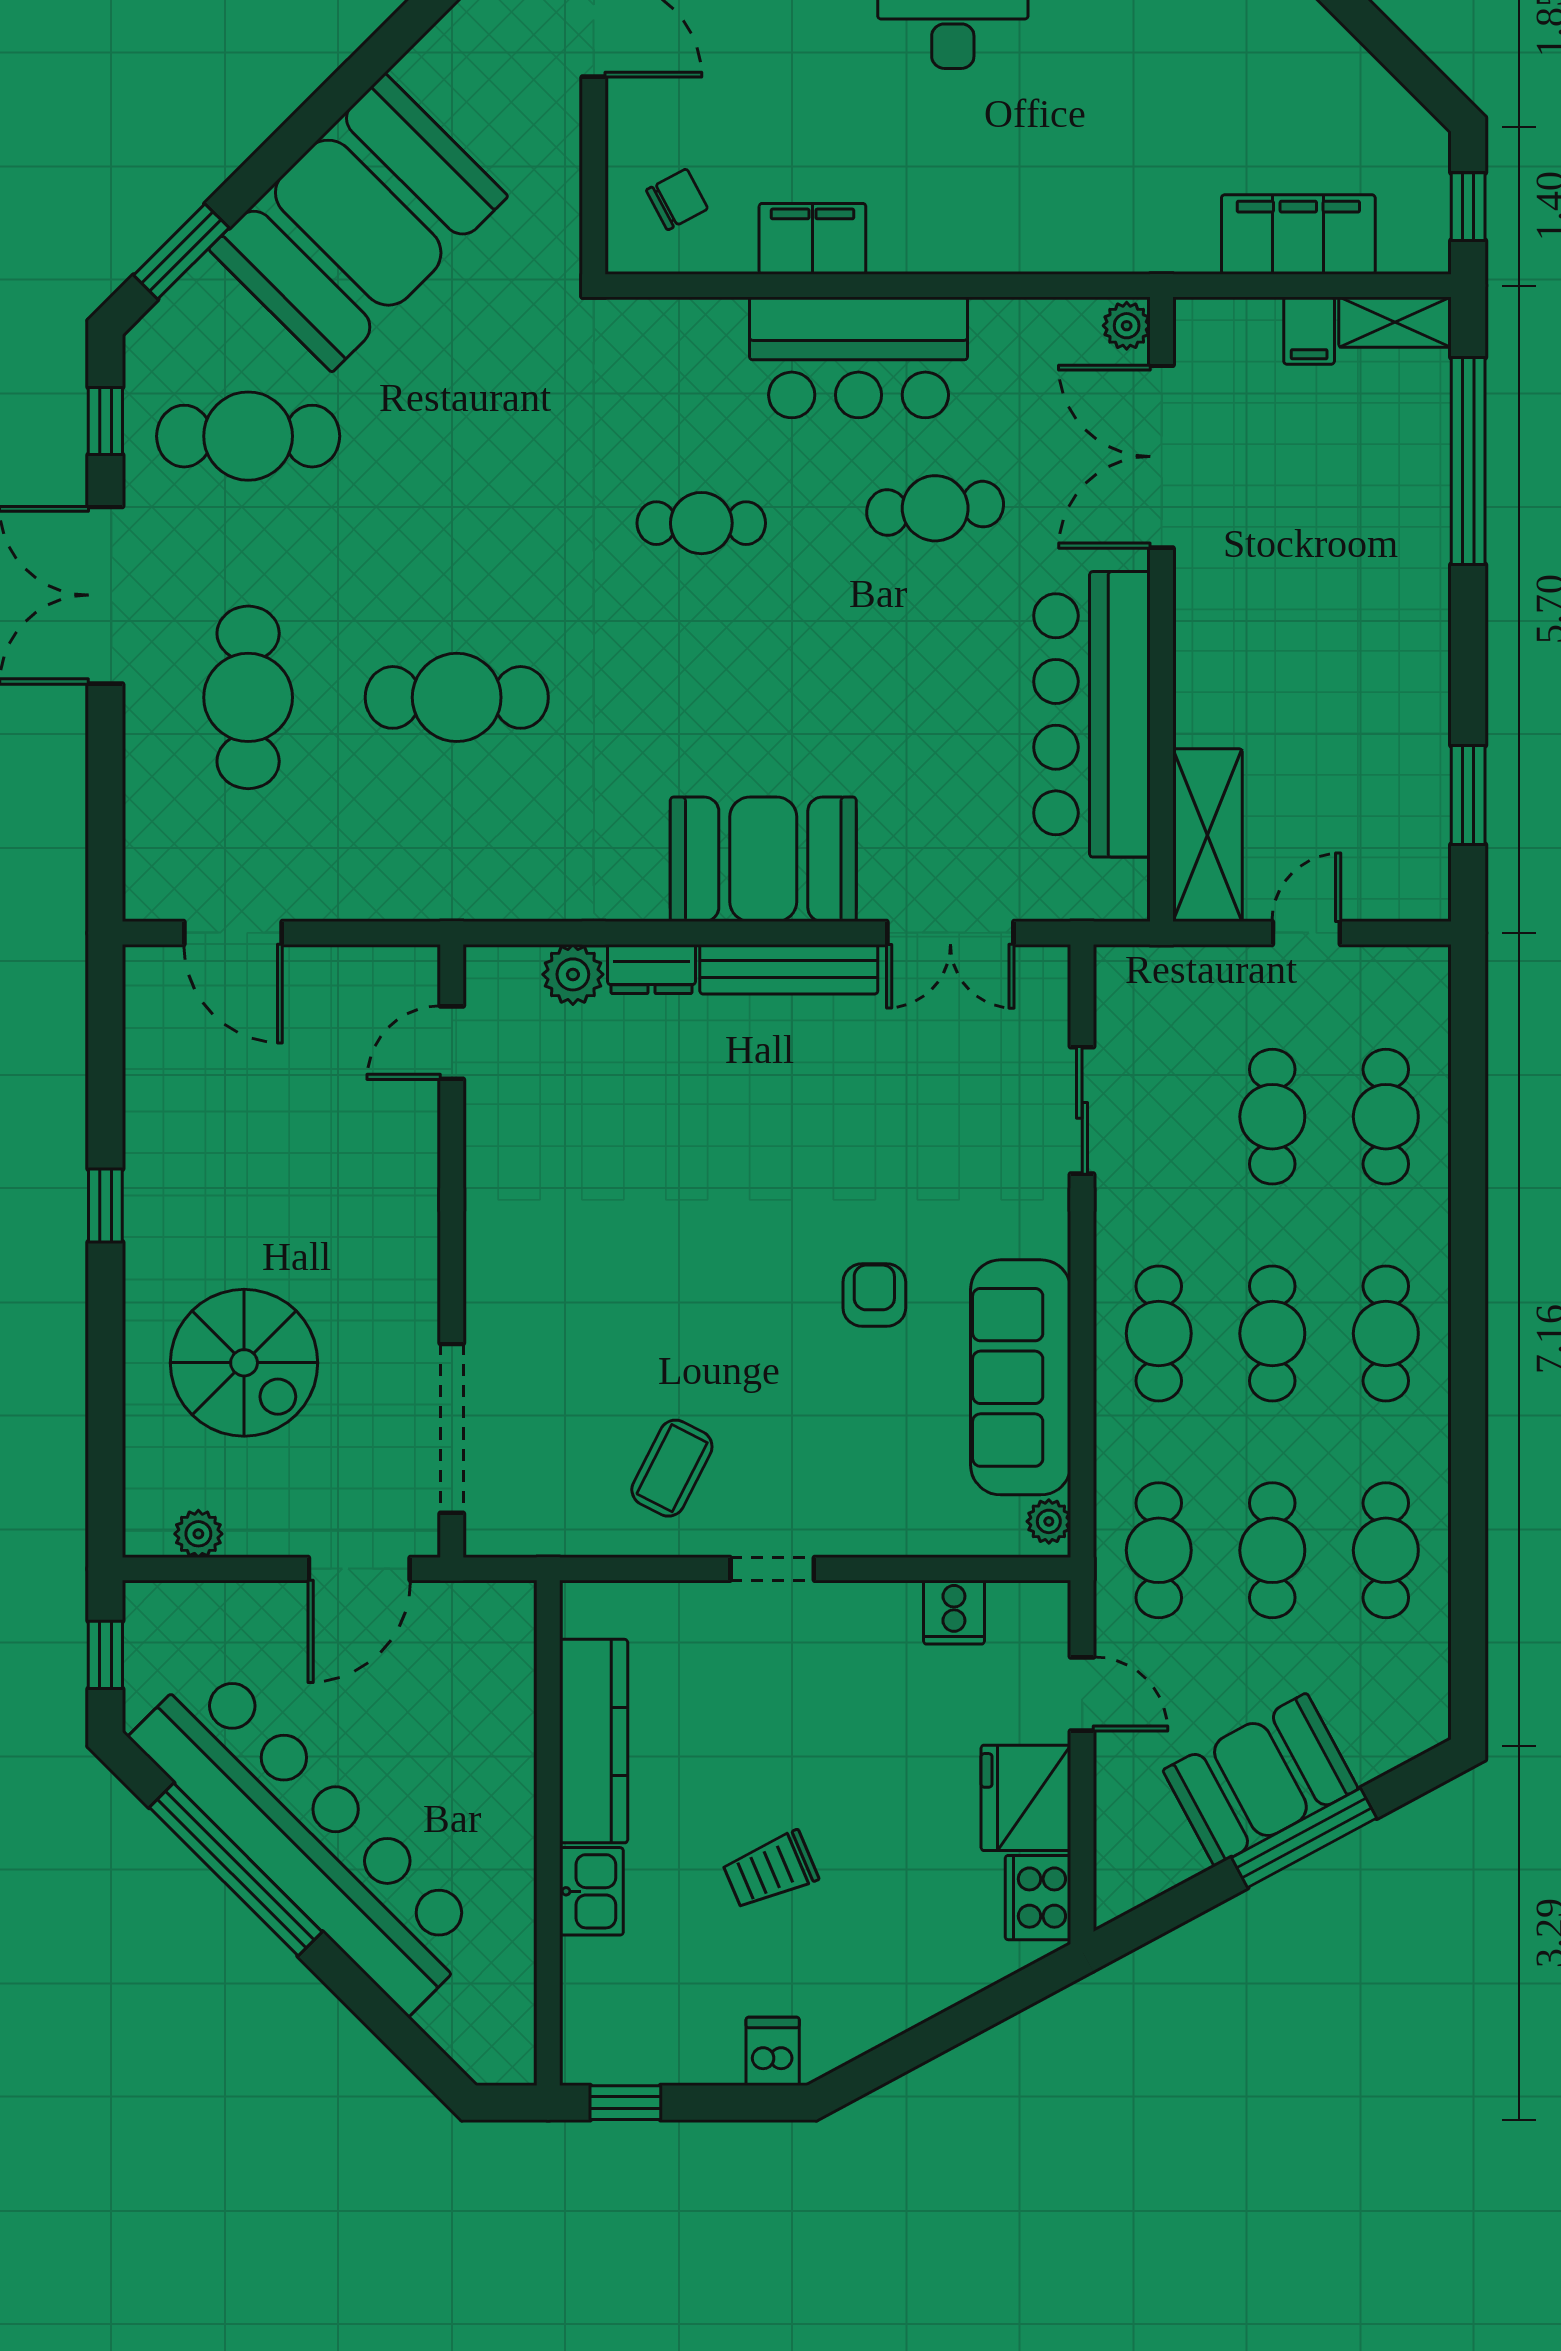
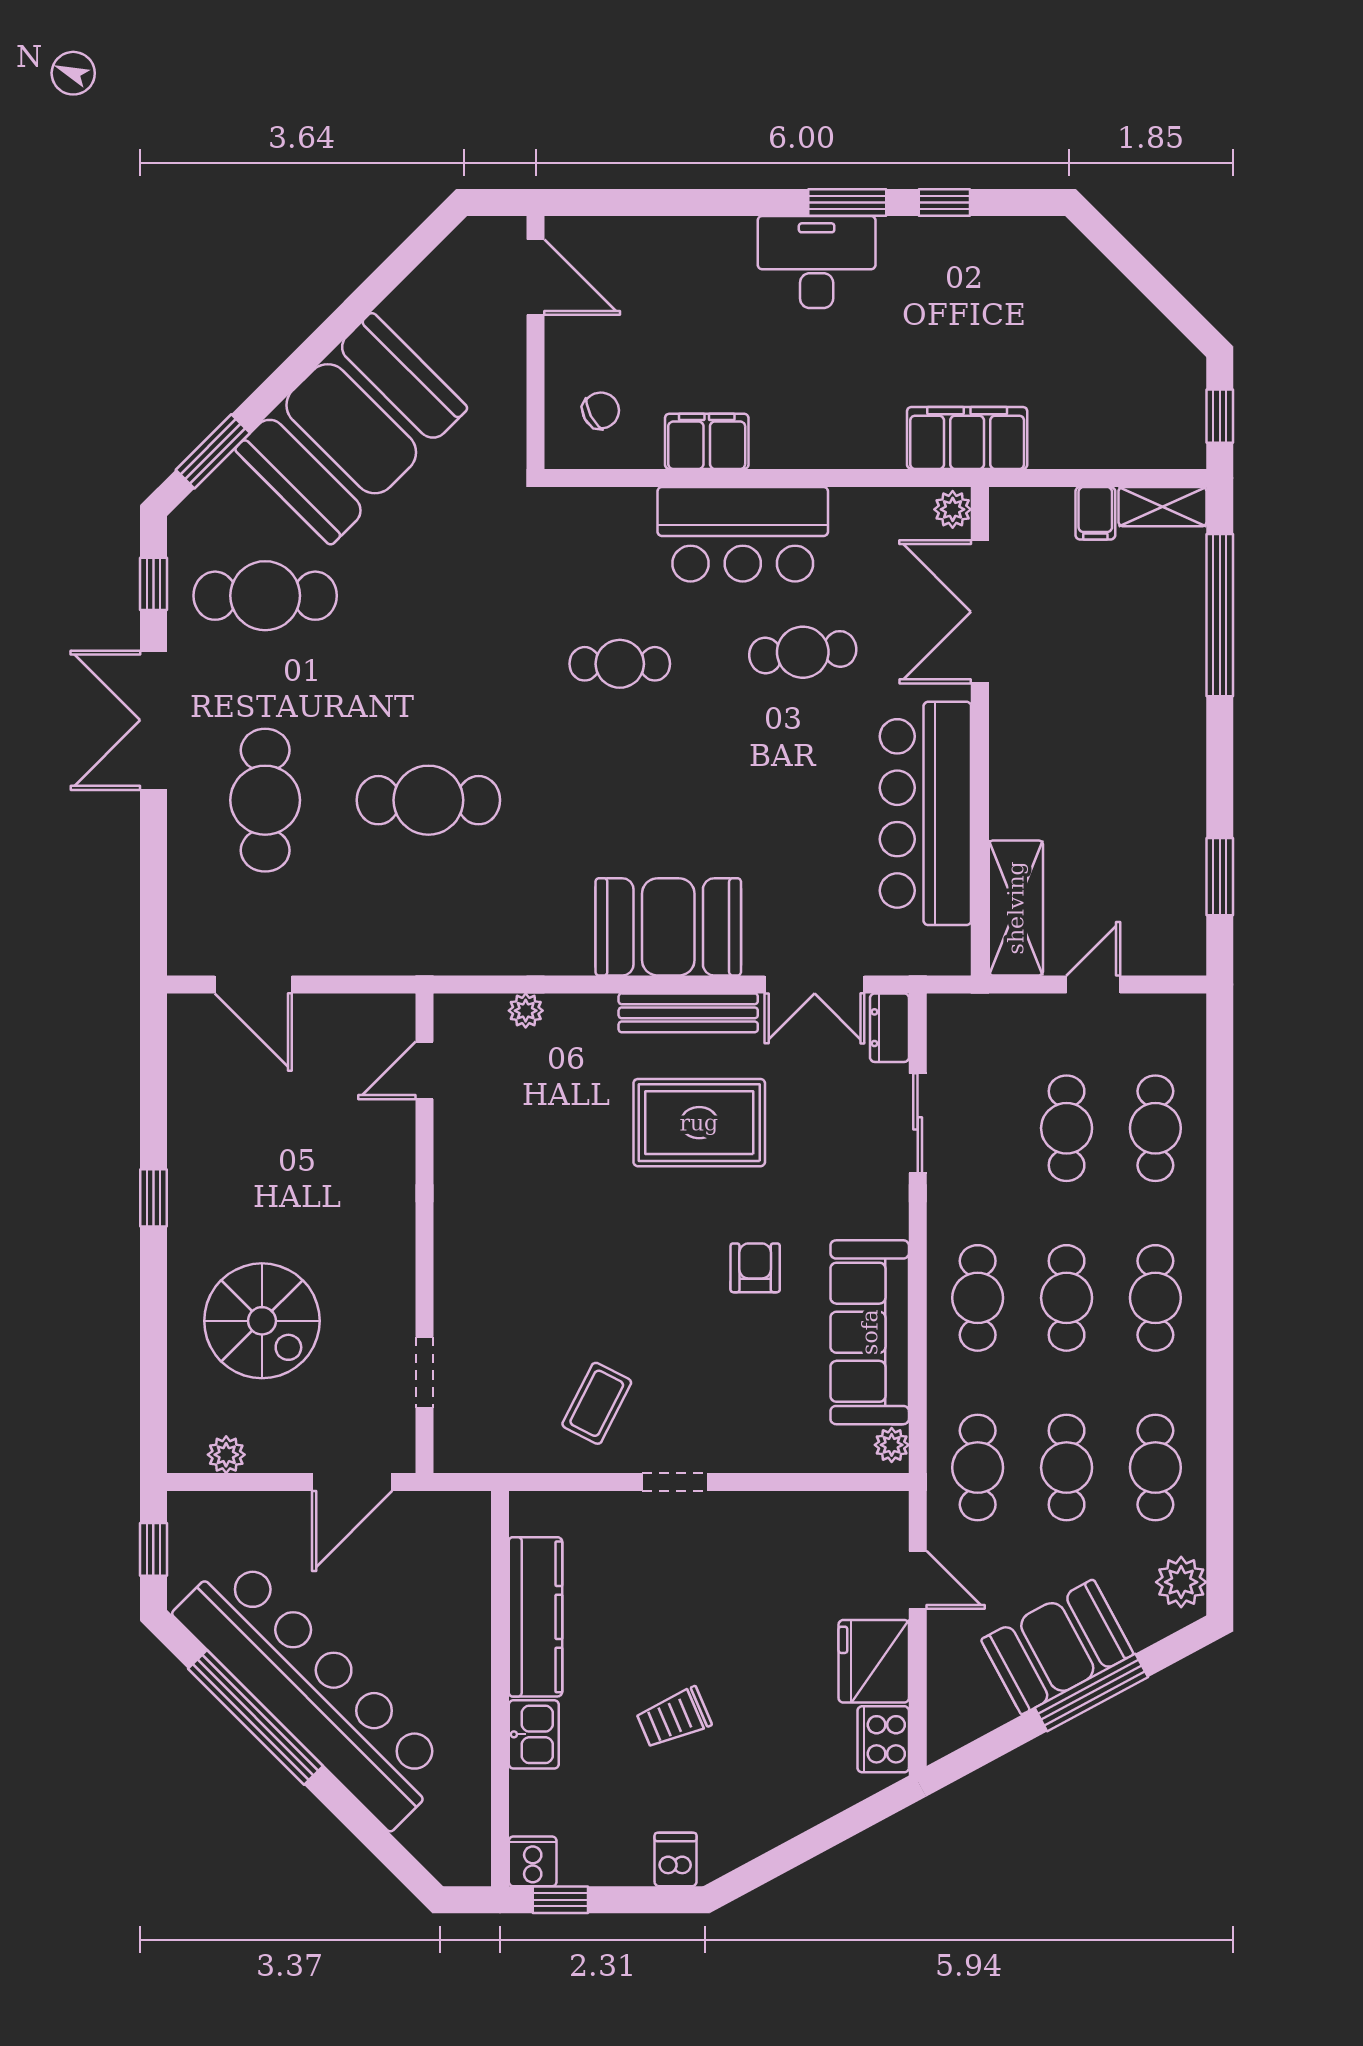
filing cabinet: (1298, 234) -> (967, 438), moved
dresser: (651, 969) -> (889, 1028), moved, turned 90
plant: (573, 974) -> (526, 1011), width x0.73, depth x0.73
rug: (803, 1109) -> (699, 1123), added
doorway: (452, 1428) -> (425, 1372), width x0.53
cooker: (954, 1612) -> (533, 1861), moved, turned 180
plant: (1419, 1697) -> (1181, 1582), added

